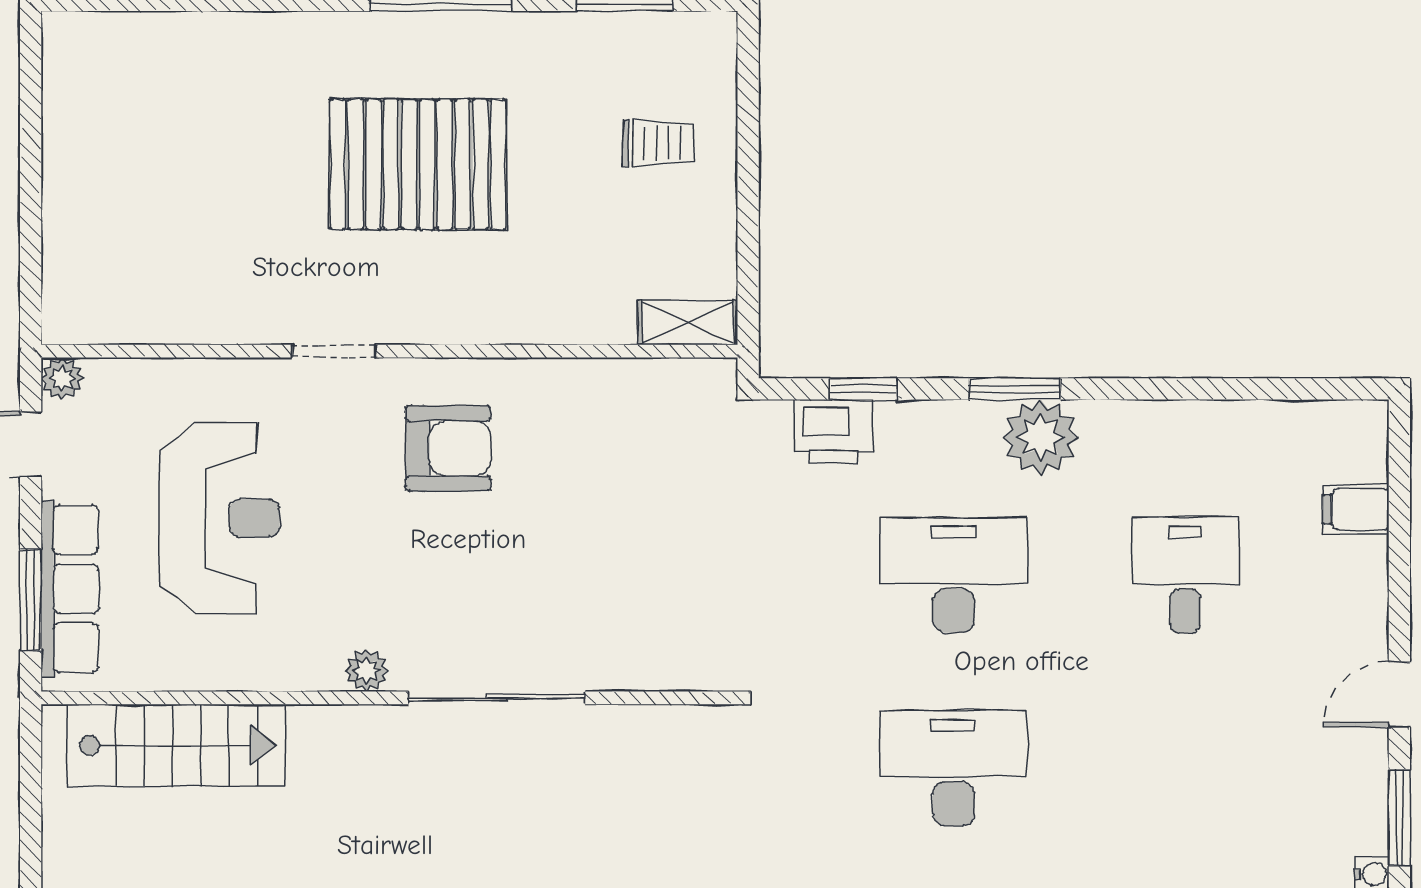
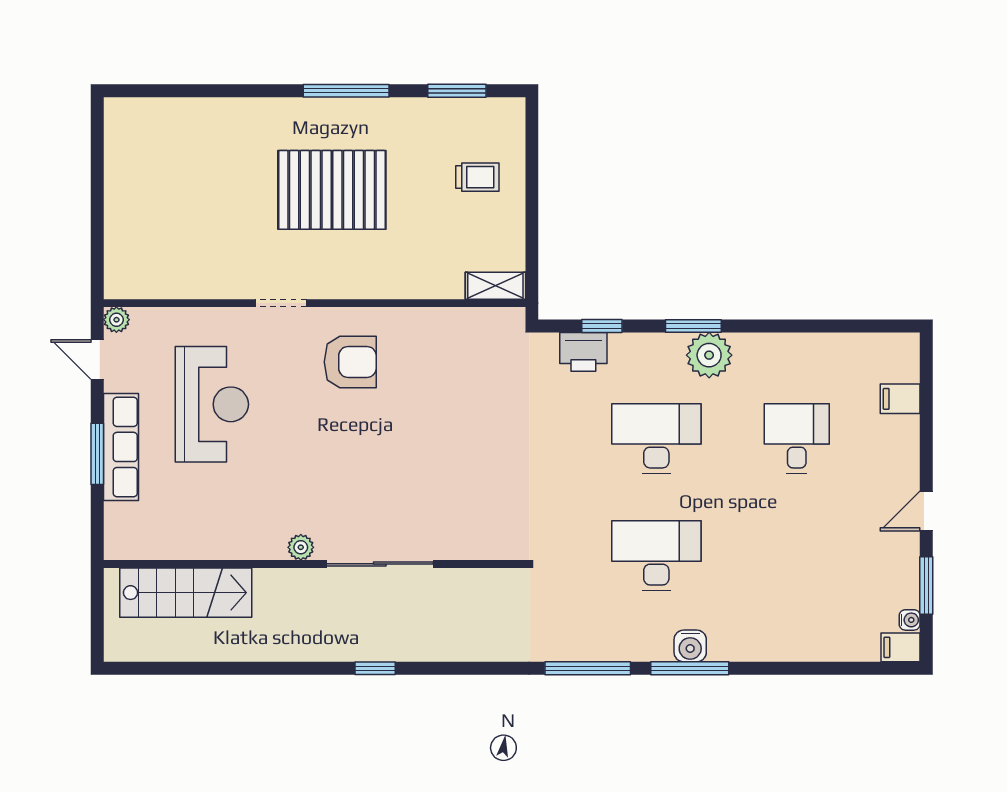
plant: (366, 670) -> (301, 547), moved
wall: (389, 698) -> (315, 564), moved
sliding door: (497, 698) -> (380, 564), moved
stairs: (177, 745) -> (186, 593), moved

